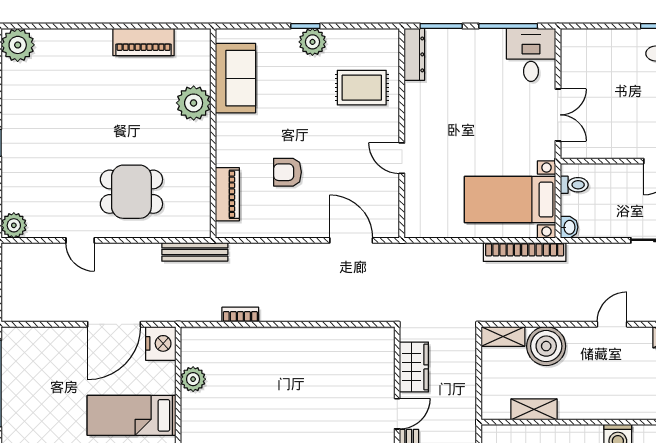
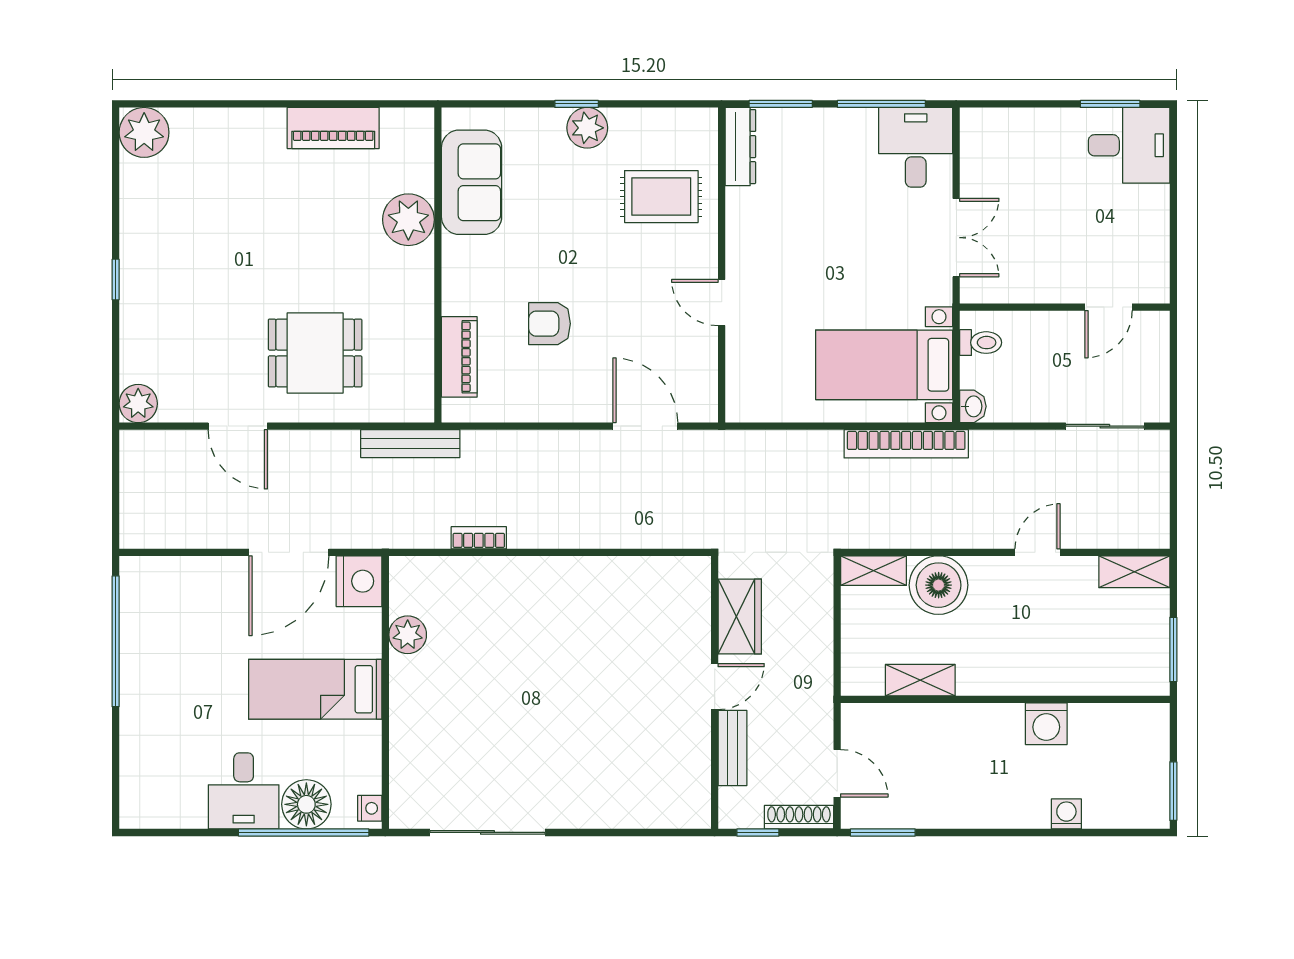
door: (80, 240) -> (238, 426), width x1.38

